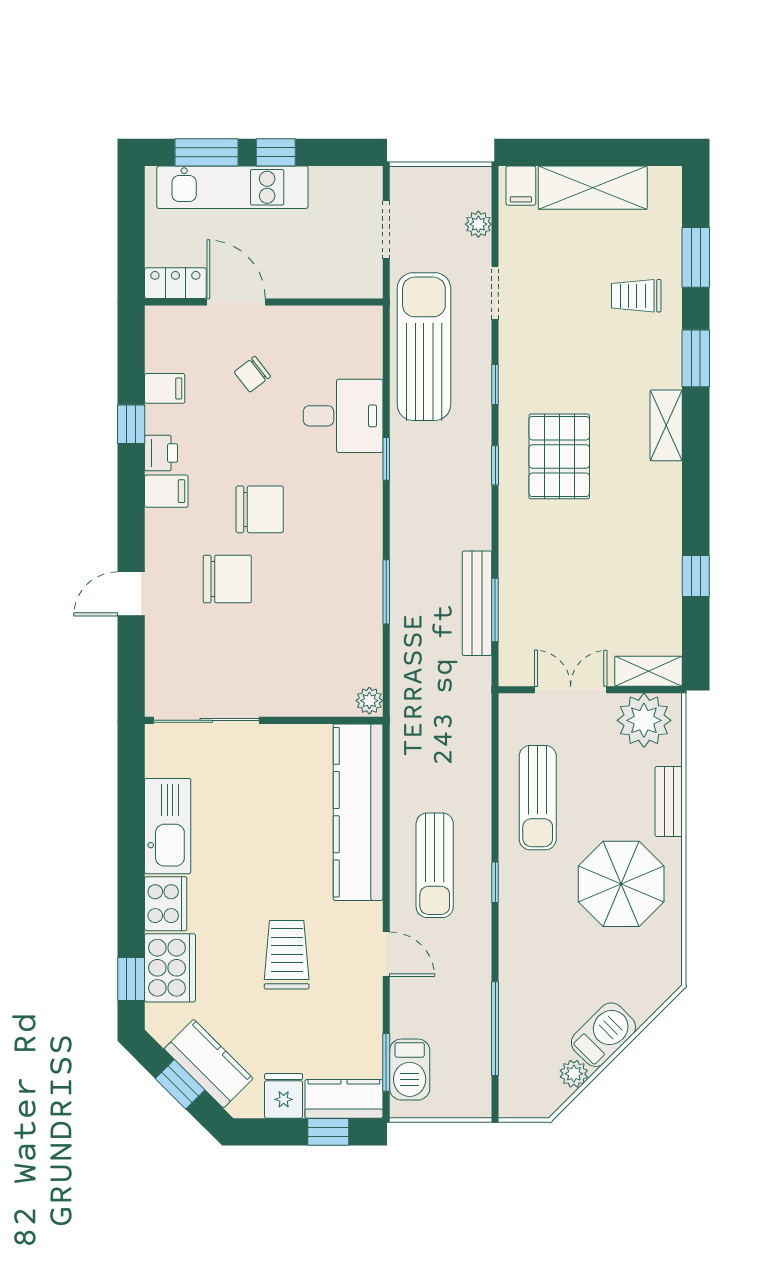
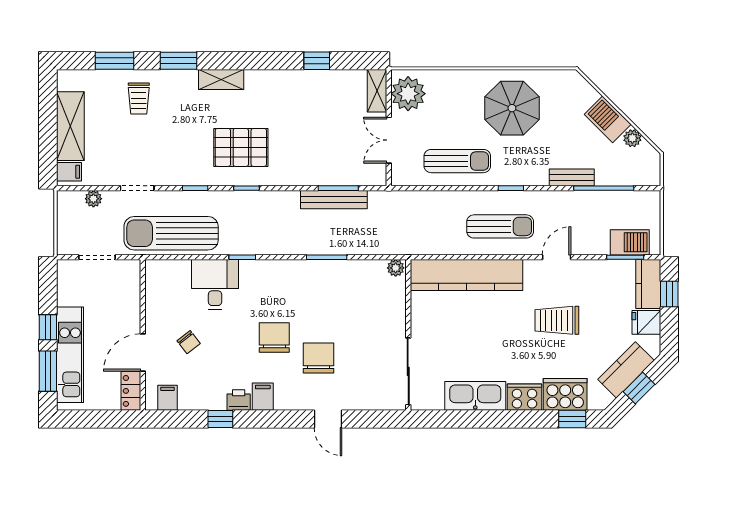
filing cabinet: (165, 388) -> (167, 398), moved
bench: (669, 801) -> (572, 177), moved

